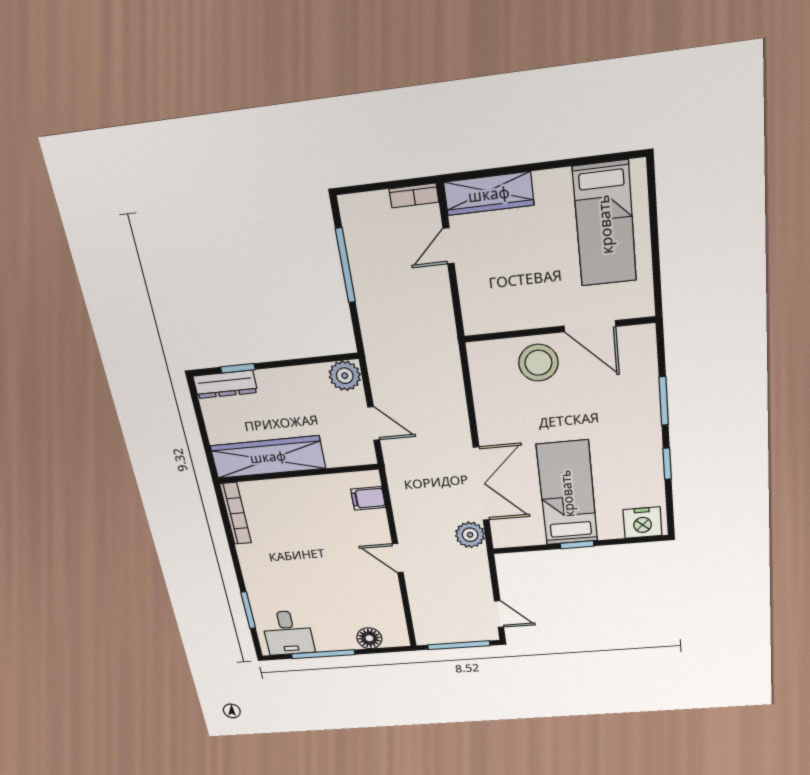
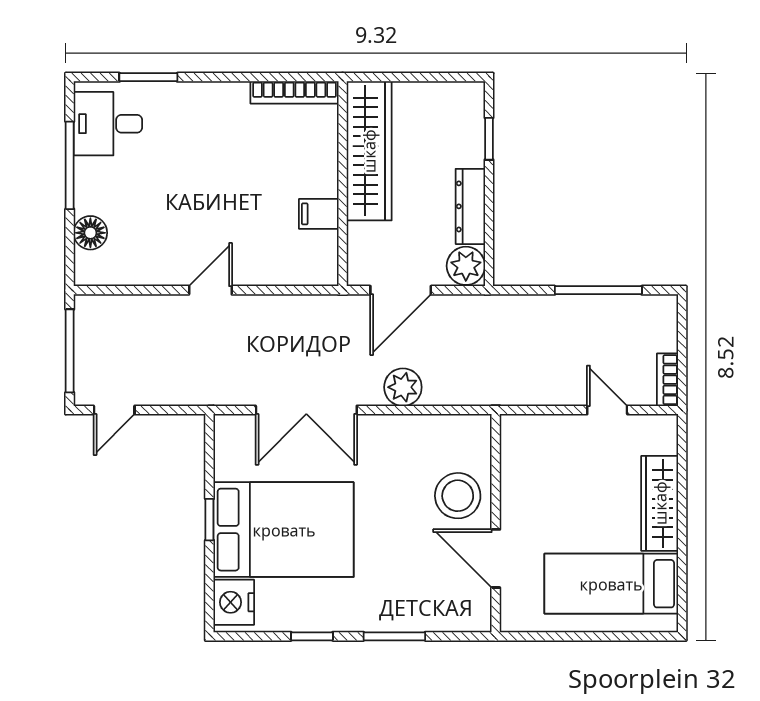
wardrobe: (489, 194) -> (660, 503), moved
door: (590, 326) -> (496, 558), hinge flipped
dresser: (225, 384) -> (470, 206), moved
door: (374, 424) -> (401, 290), width x1.38
bed: (567, 493) -> (284, 530), width x1.50
filing cabinet: (368, 498) -> (319, 214), moved, turned -90
plant: (470, 535) -> (403, 387), moved

